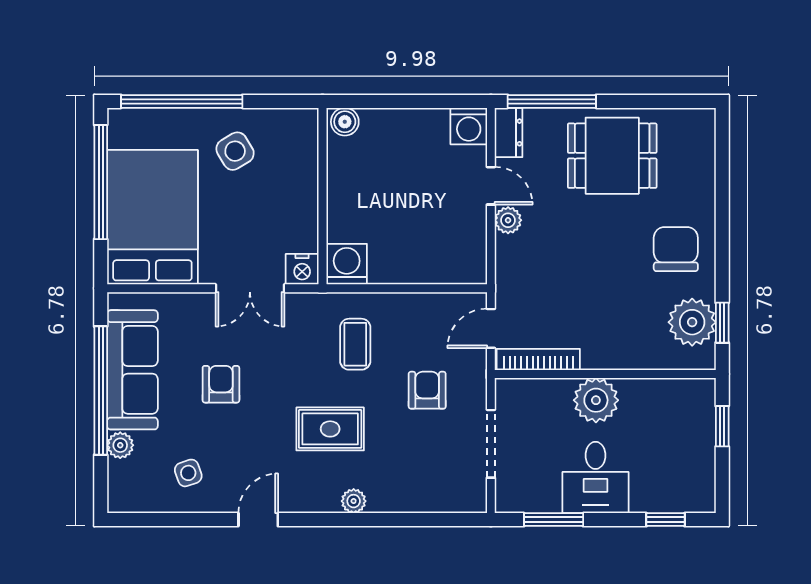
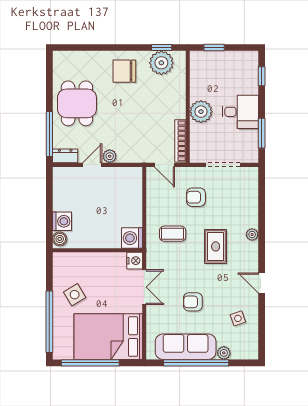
washing machine: (469, 126) -> (62, 221), moved

